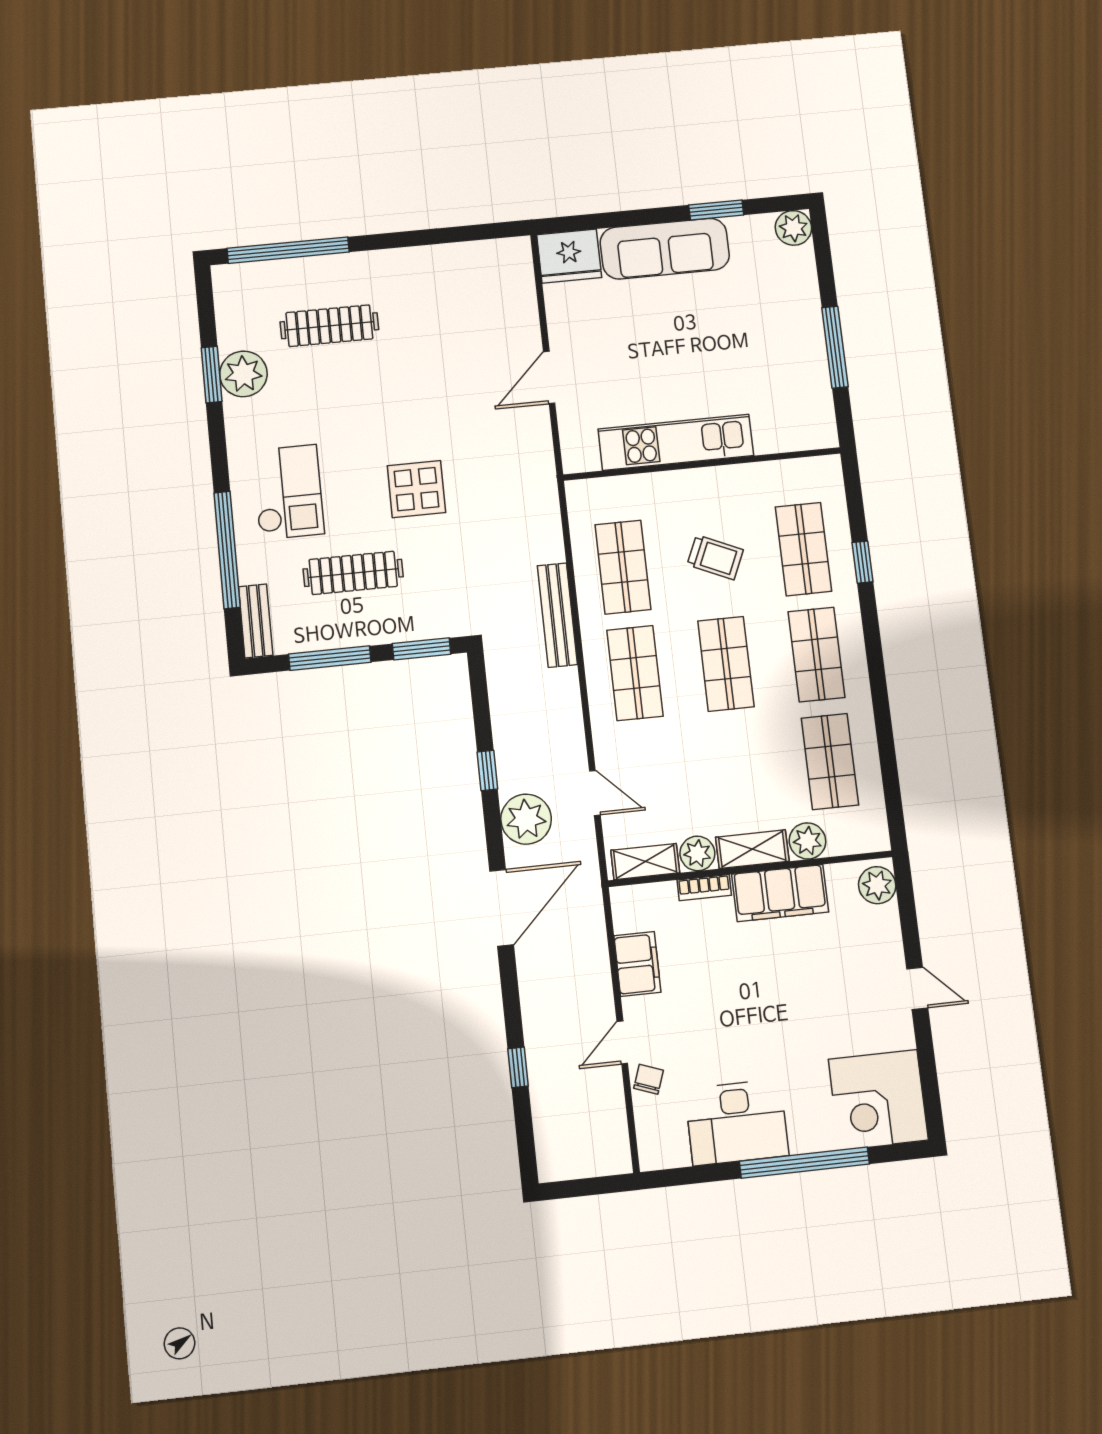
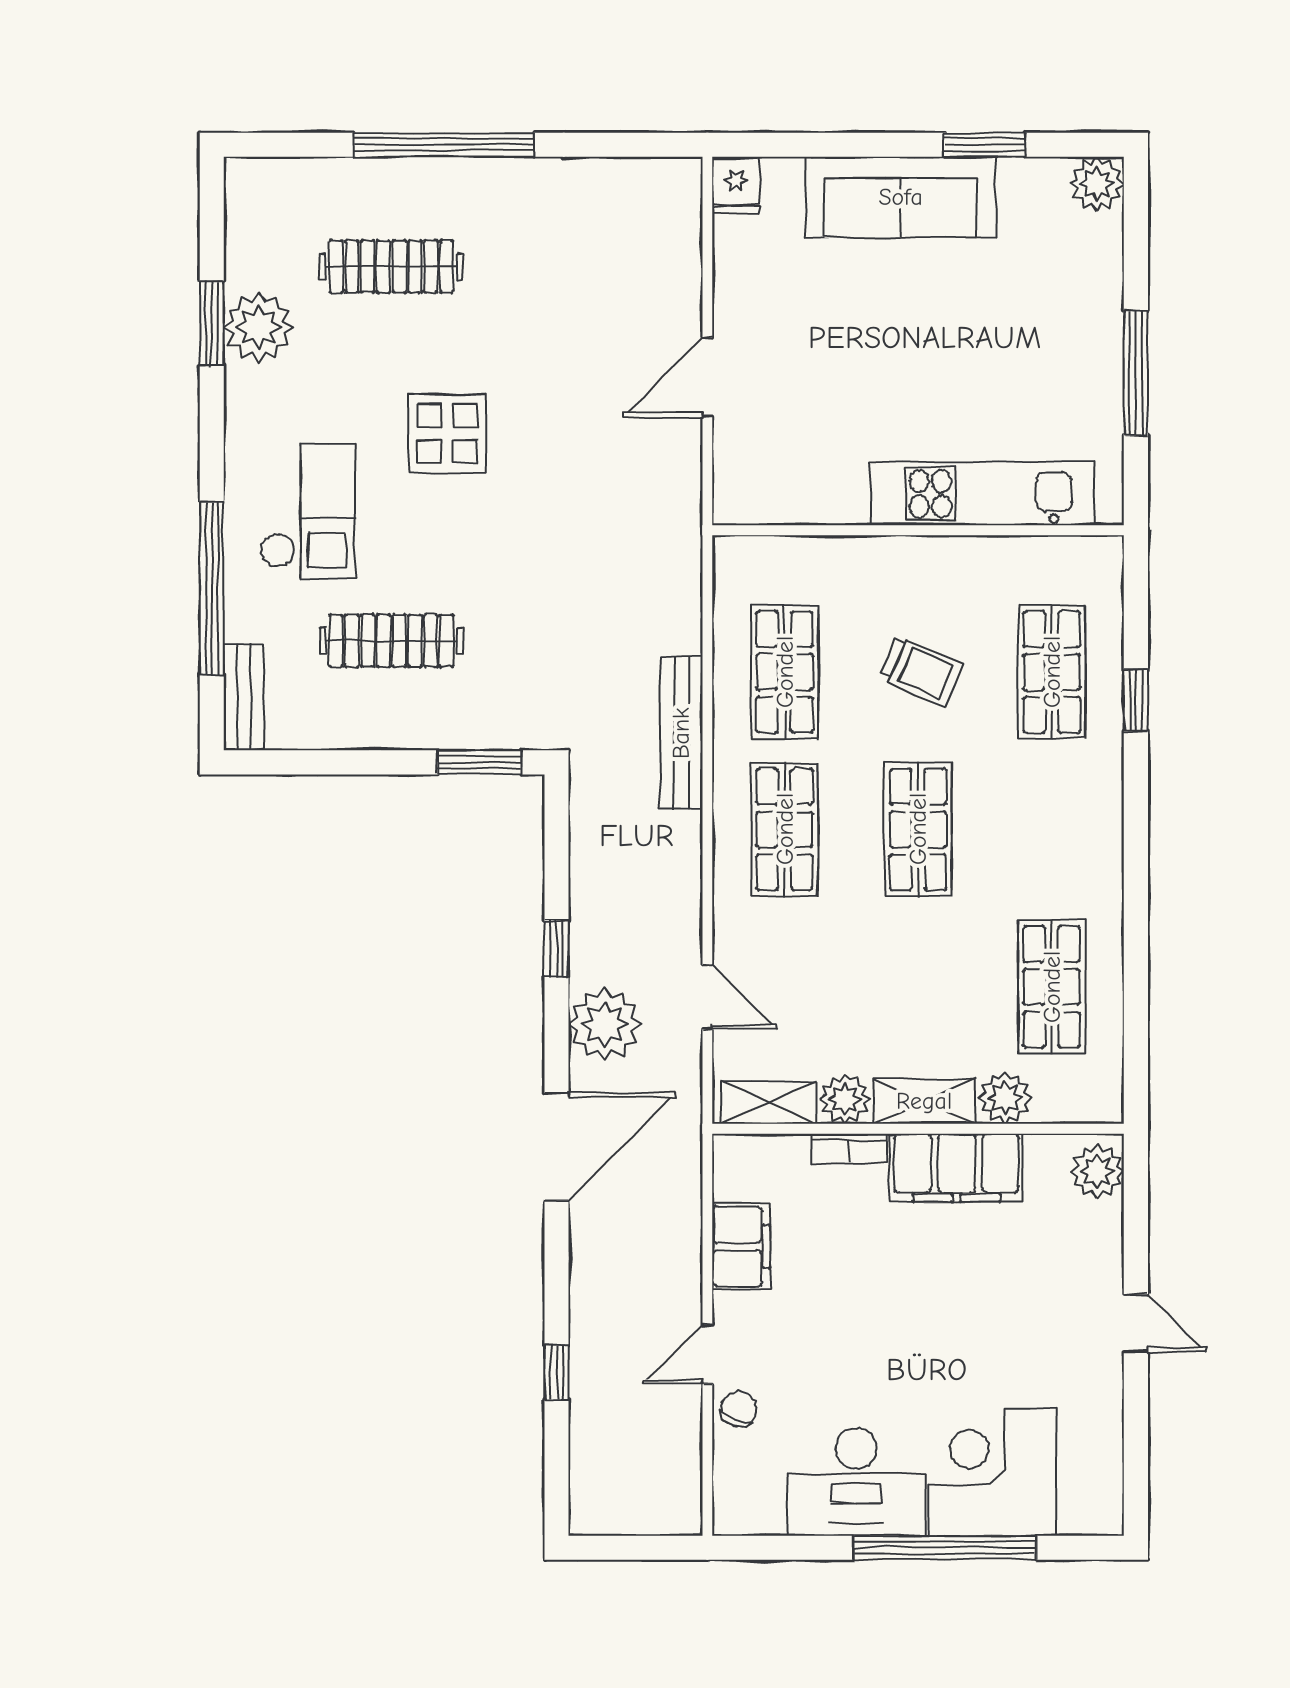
window: (288, 250) -> (444, 145), moved
fridge: (569, 256) -> (736, 185), width x0.53, depth x0.75
kitchen unit: (676, 442) -> (982, 494), moved
display table: (416, 489) -> (447, 434), moved
shop shelf: (817, 655) -> (1052, 829), removed
window: (330, 658) -> (346, 762), removed
corner desk: (878, 1100) -> (992, 1472), moved, turned 90

